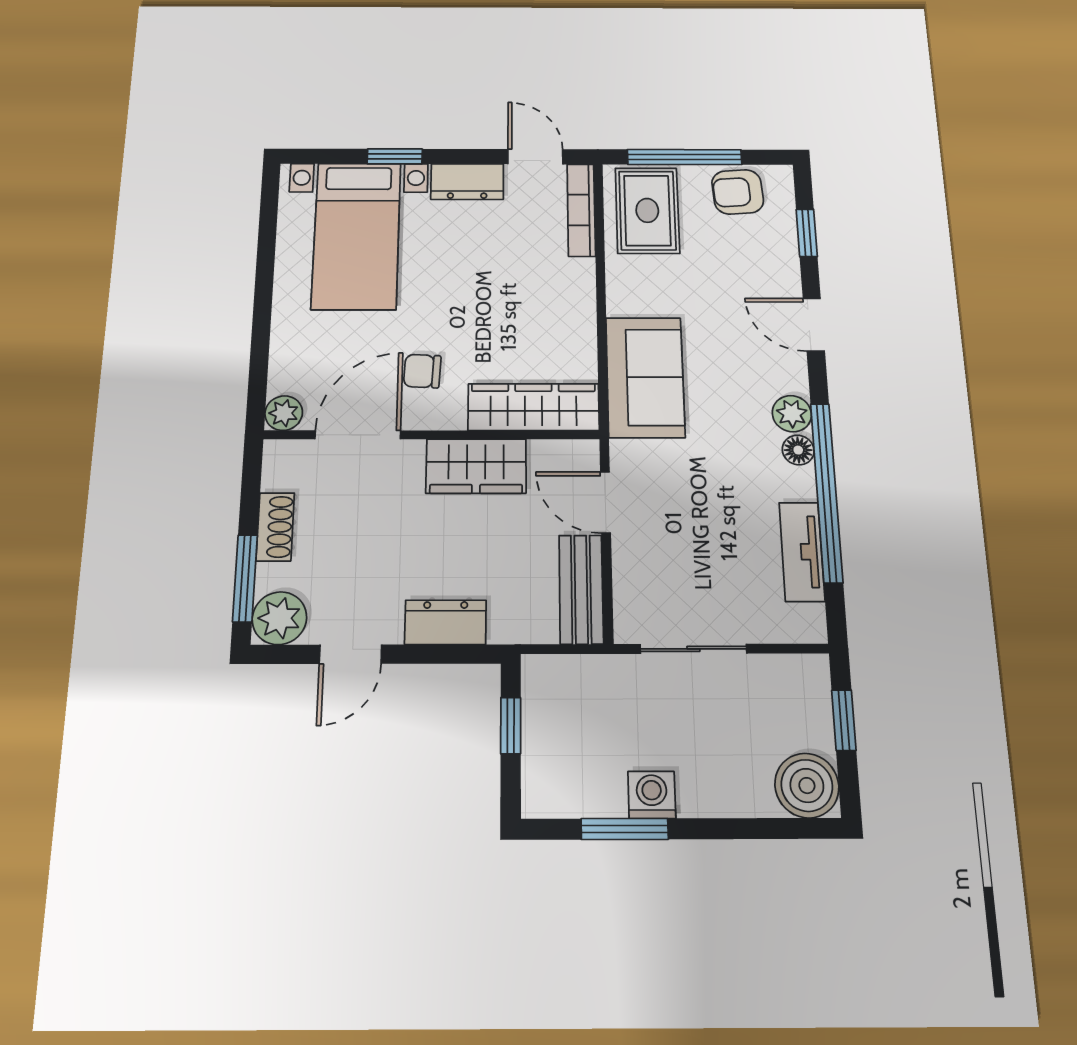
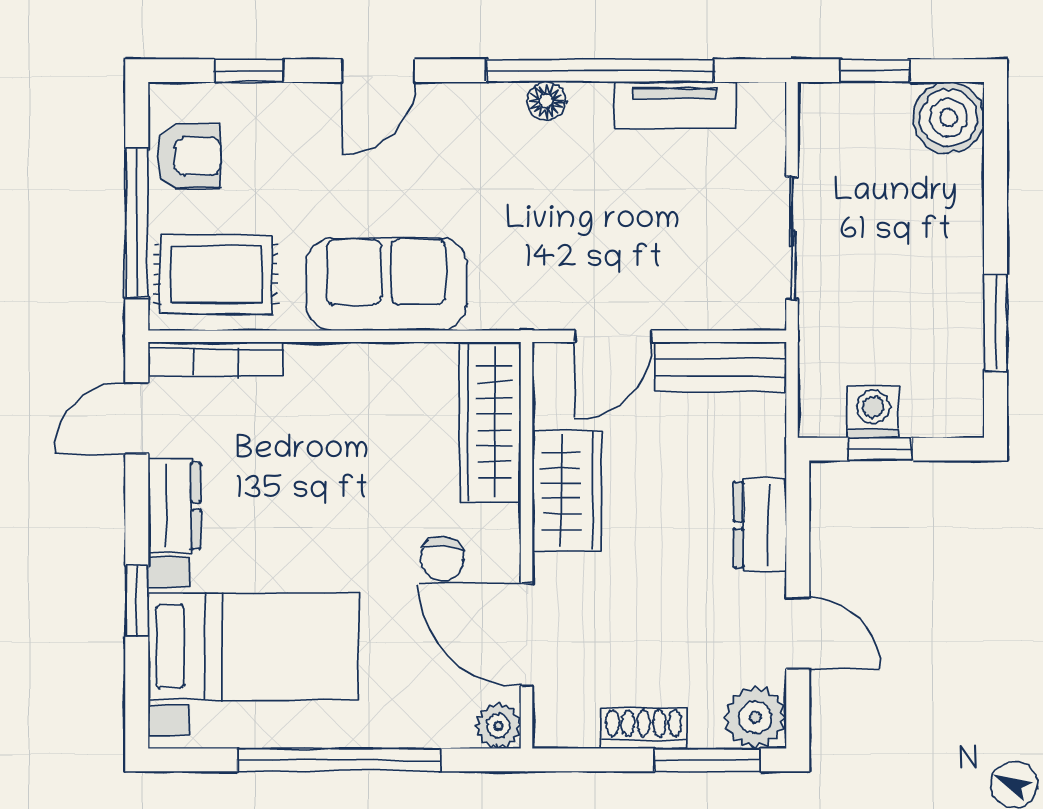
armchair: (738, 192) -> (189, 156), turned -86
window: (263, 296) -> (339, 760), added
sofa: (645, 377) -> (386, 284), moved
plant: (792, 414) -> (499, 106), removed
washing machine: (652, 795) -> (873, 412), moved, turned 90

